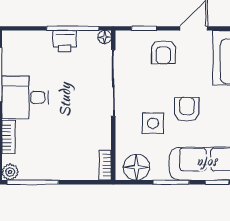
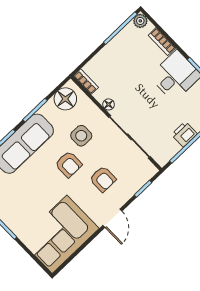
floor lamp: (105, 37) -> (109, 104), moved
armchair: (163, 52) -> (103, 179), moved, turned 180

